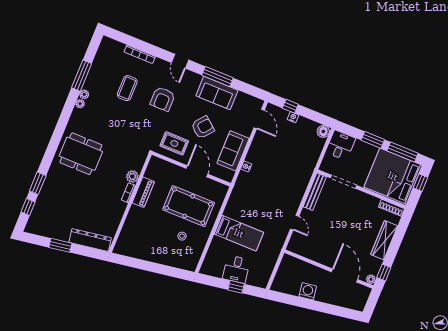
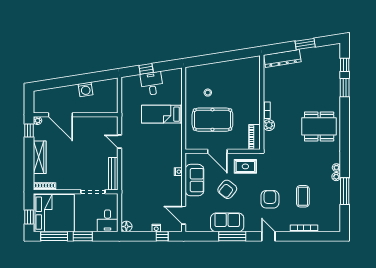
piano: (143, 192) -> (255, 137), moved

